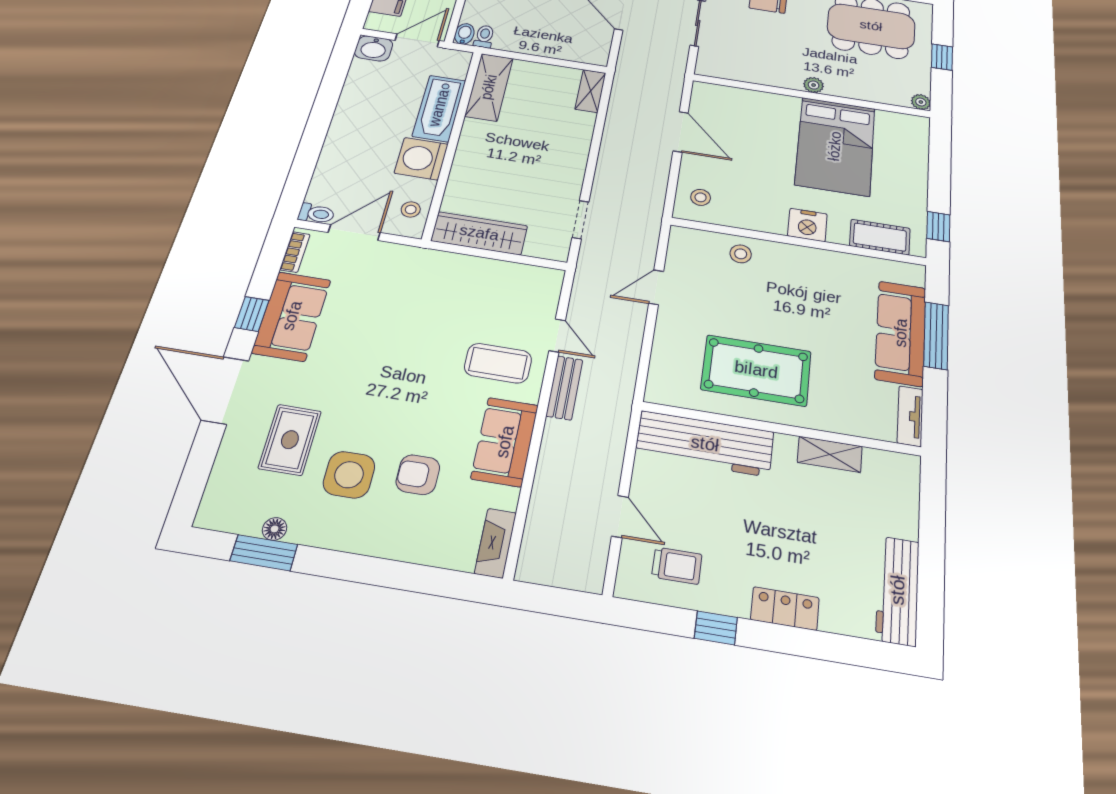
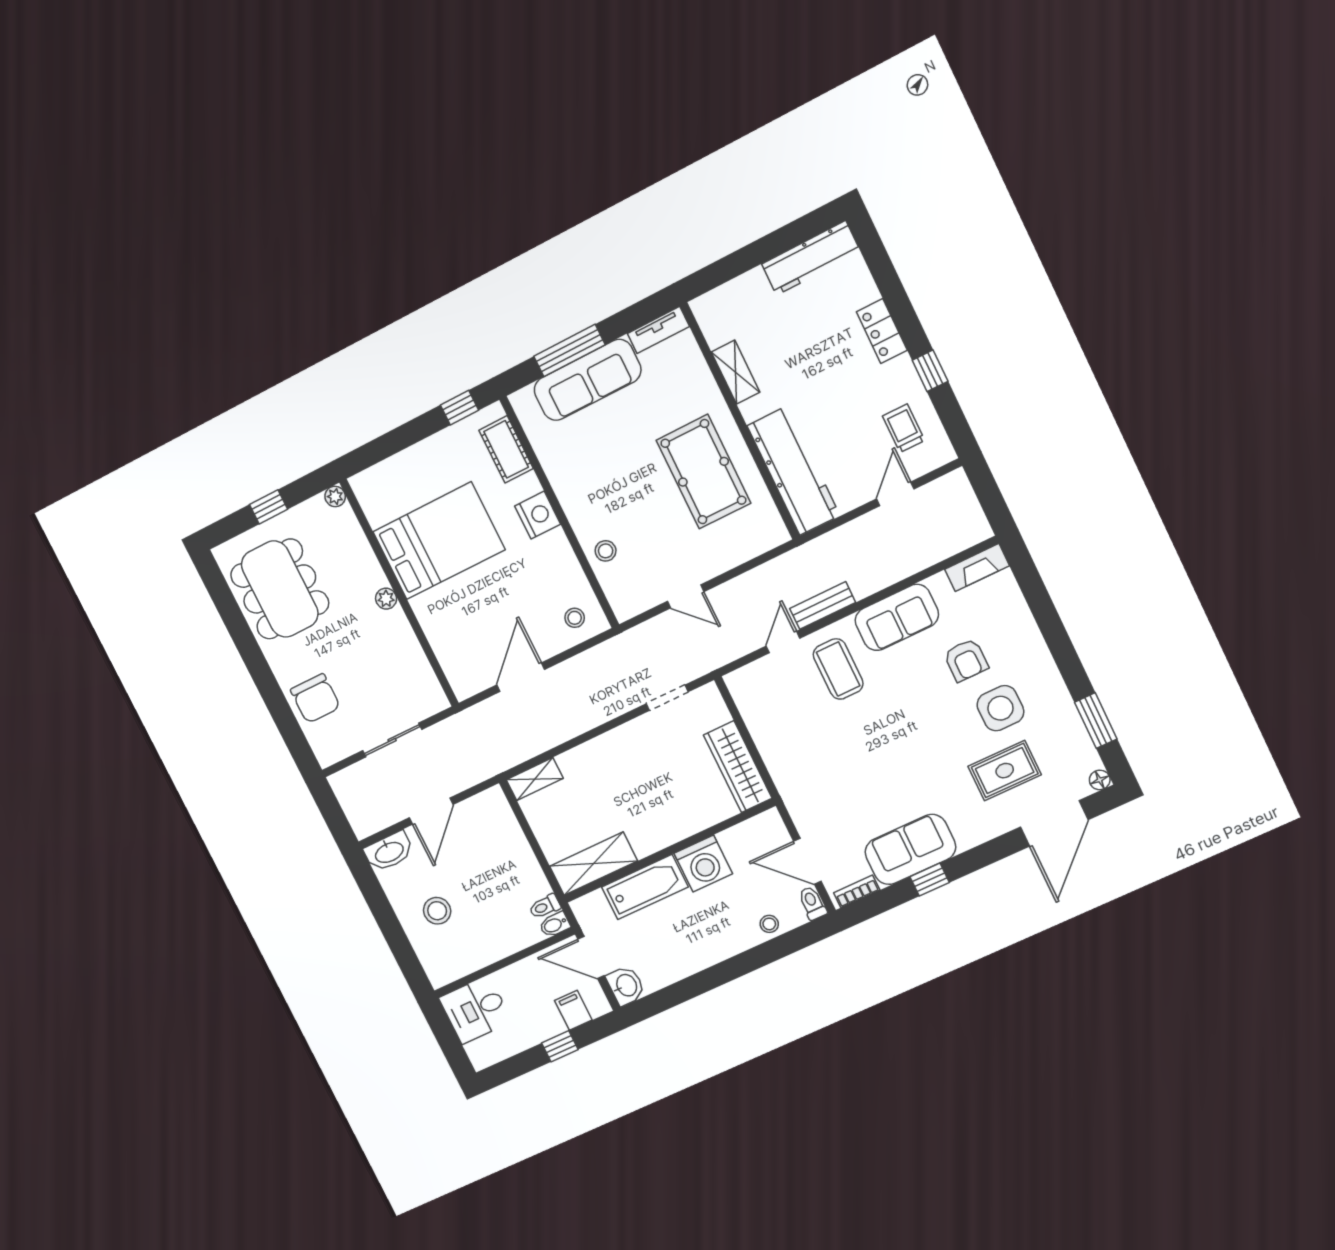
stool: (411, 209) -> (769, 924), moved
door: (225, 390) -> (1054, 823), moved
floor lamp: (275, 529) -> (1100, 780), moved

